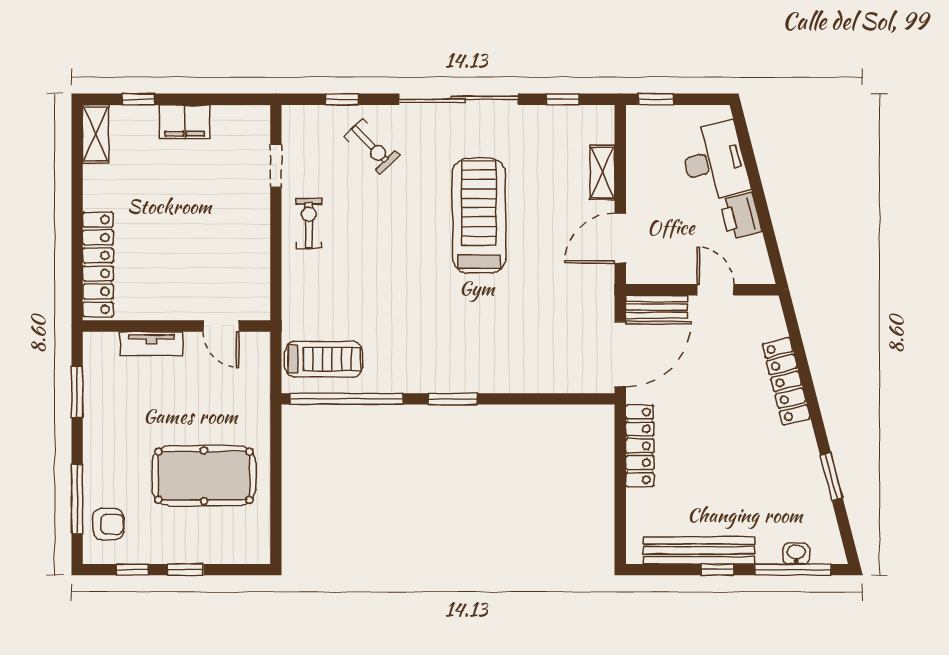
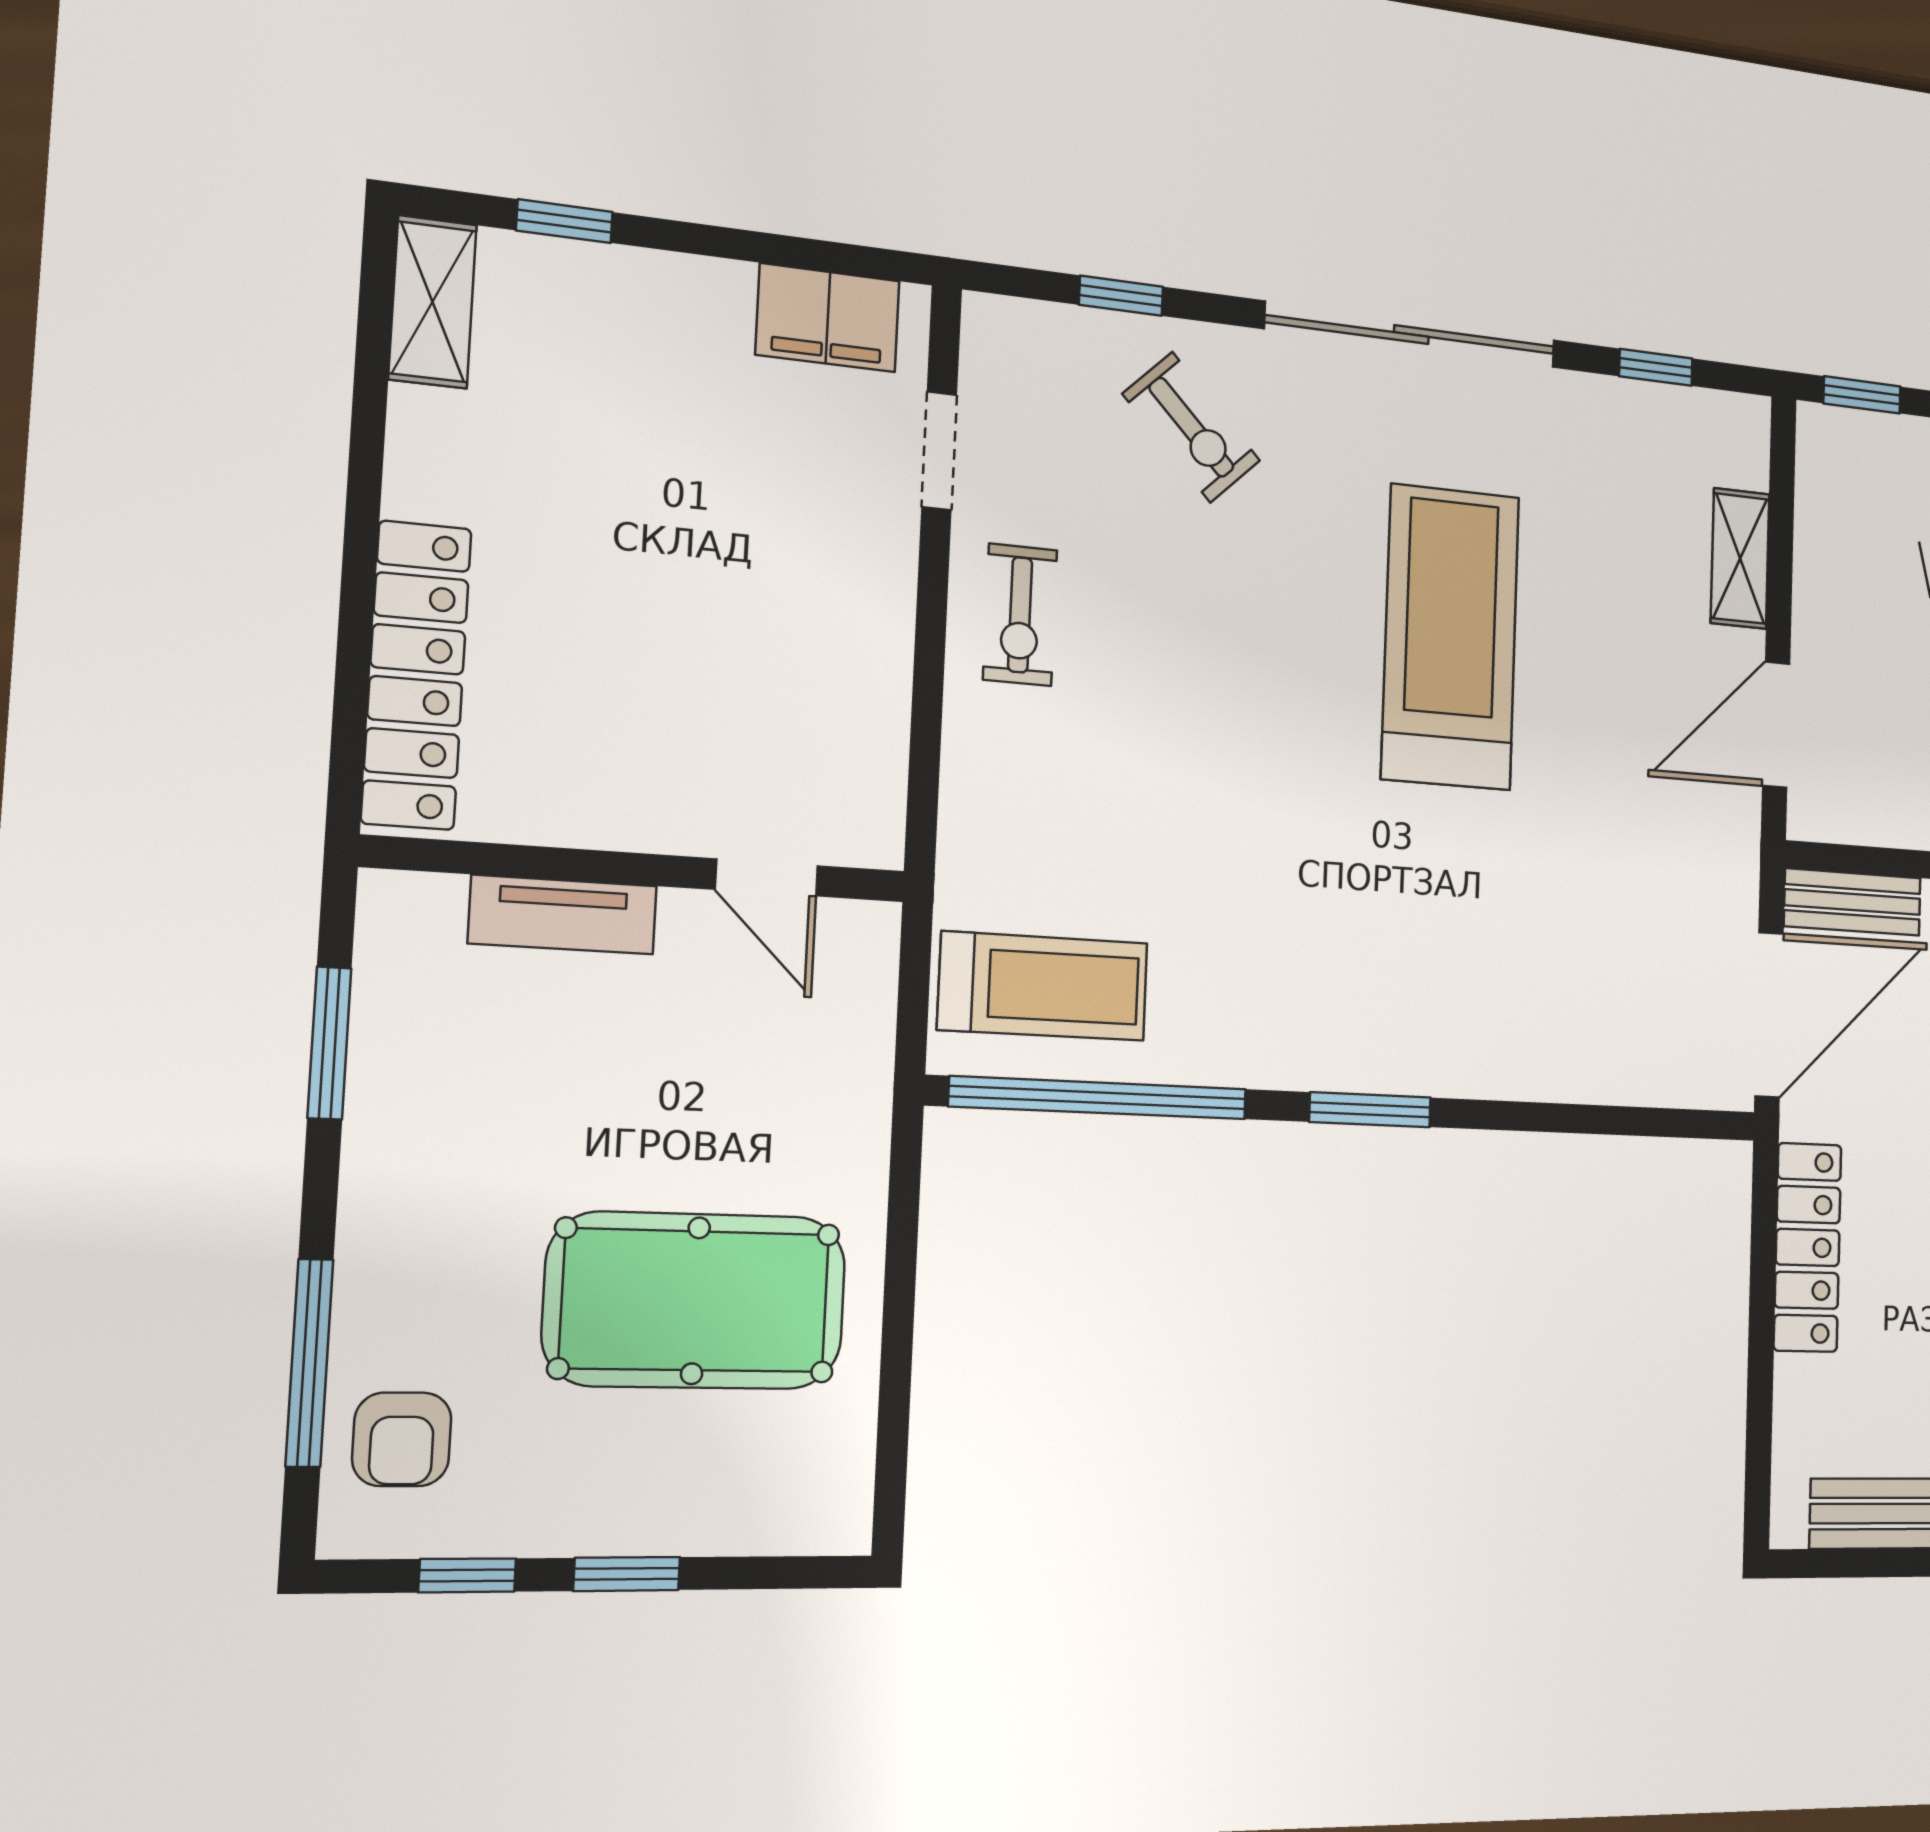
filing cabinet: (185, 122) -> (828, 318), moved
exercise bike: (309, 223) -> (1020, 615), turned 180
armchair: (108, 524) -> (402, 1439), turned 90

